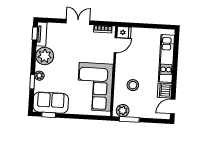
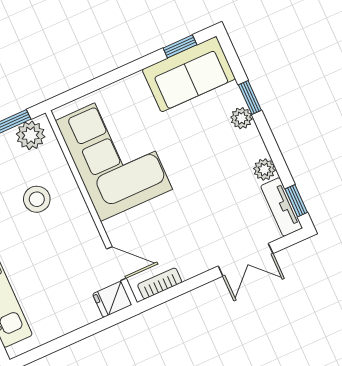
double door: (78, 22) -> (246, 260), moved
door: (115, 45) -> (116, 264), swing flipped
plant: (45, 56) -> (264, 169), width x0.53, depth x0.53

